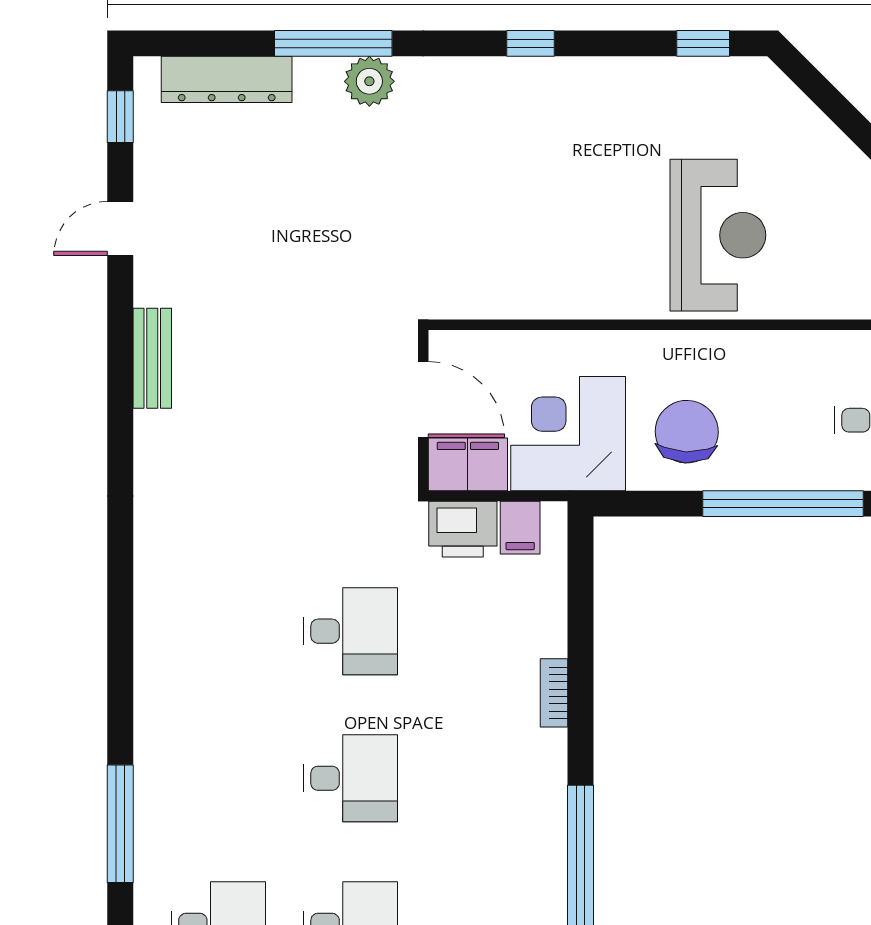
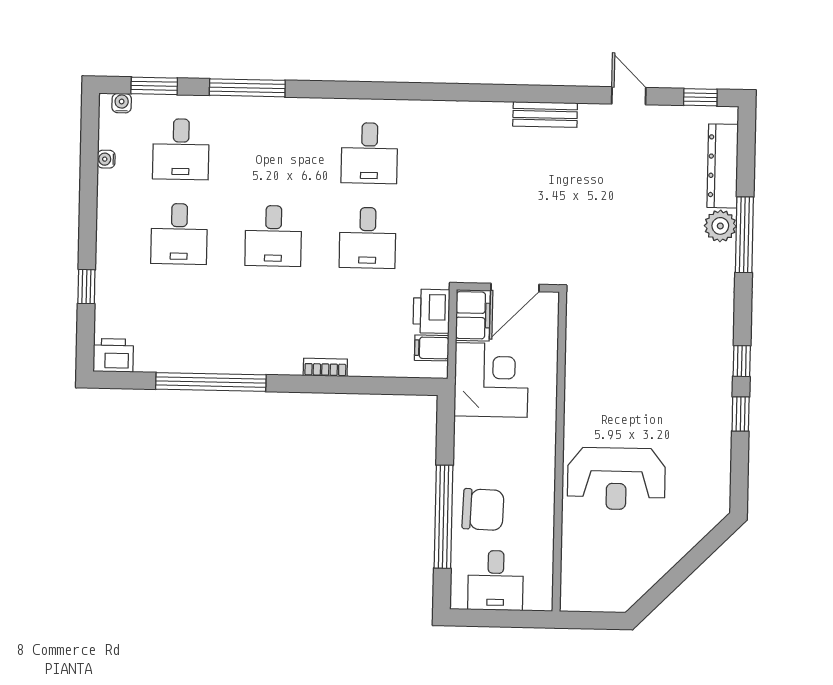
window: (703, 43) -> (741, 414), moved
plant: (369, 81) -> (720, 226), moved
chair: (687, 432) -> (483, 510), moved
desk: (218, 631) -> (369, 153), added

